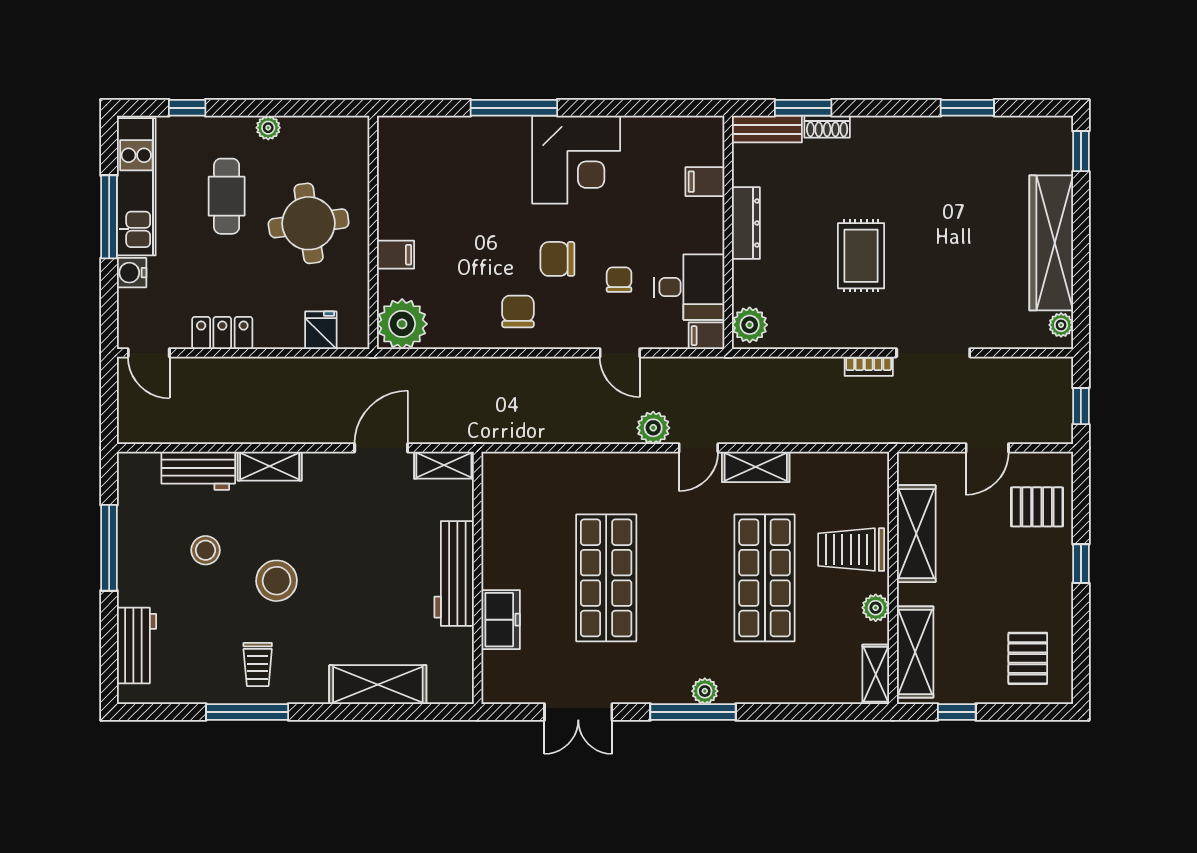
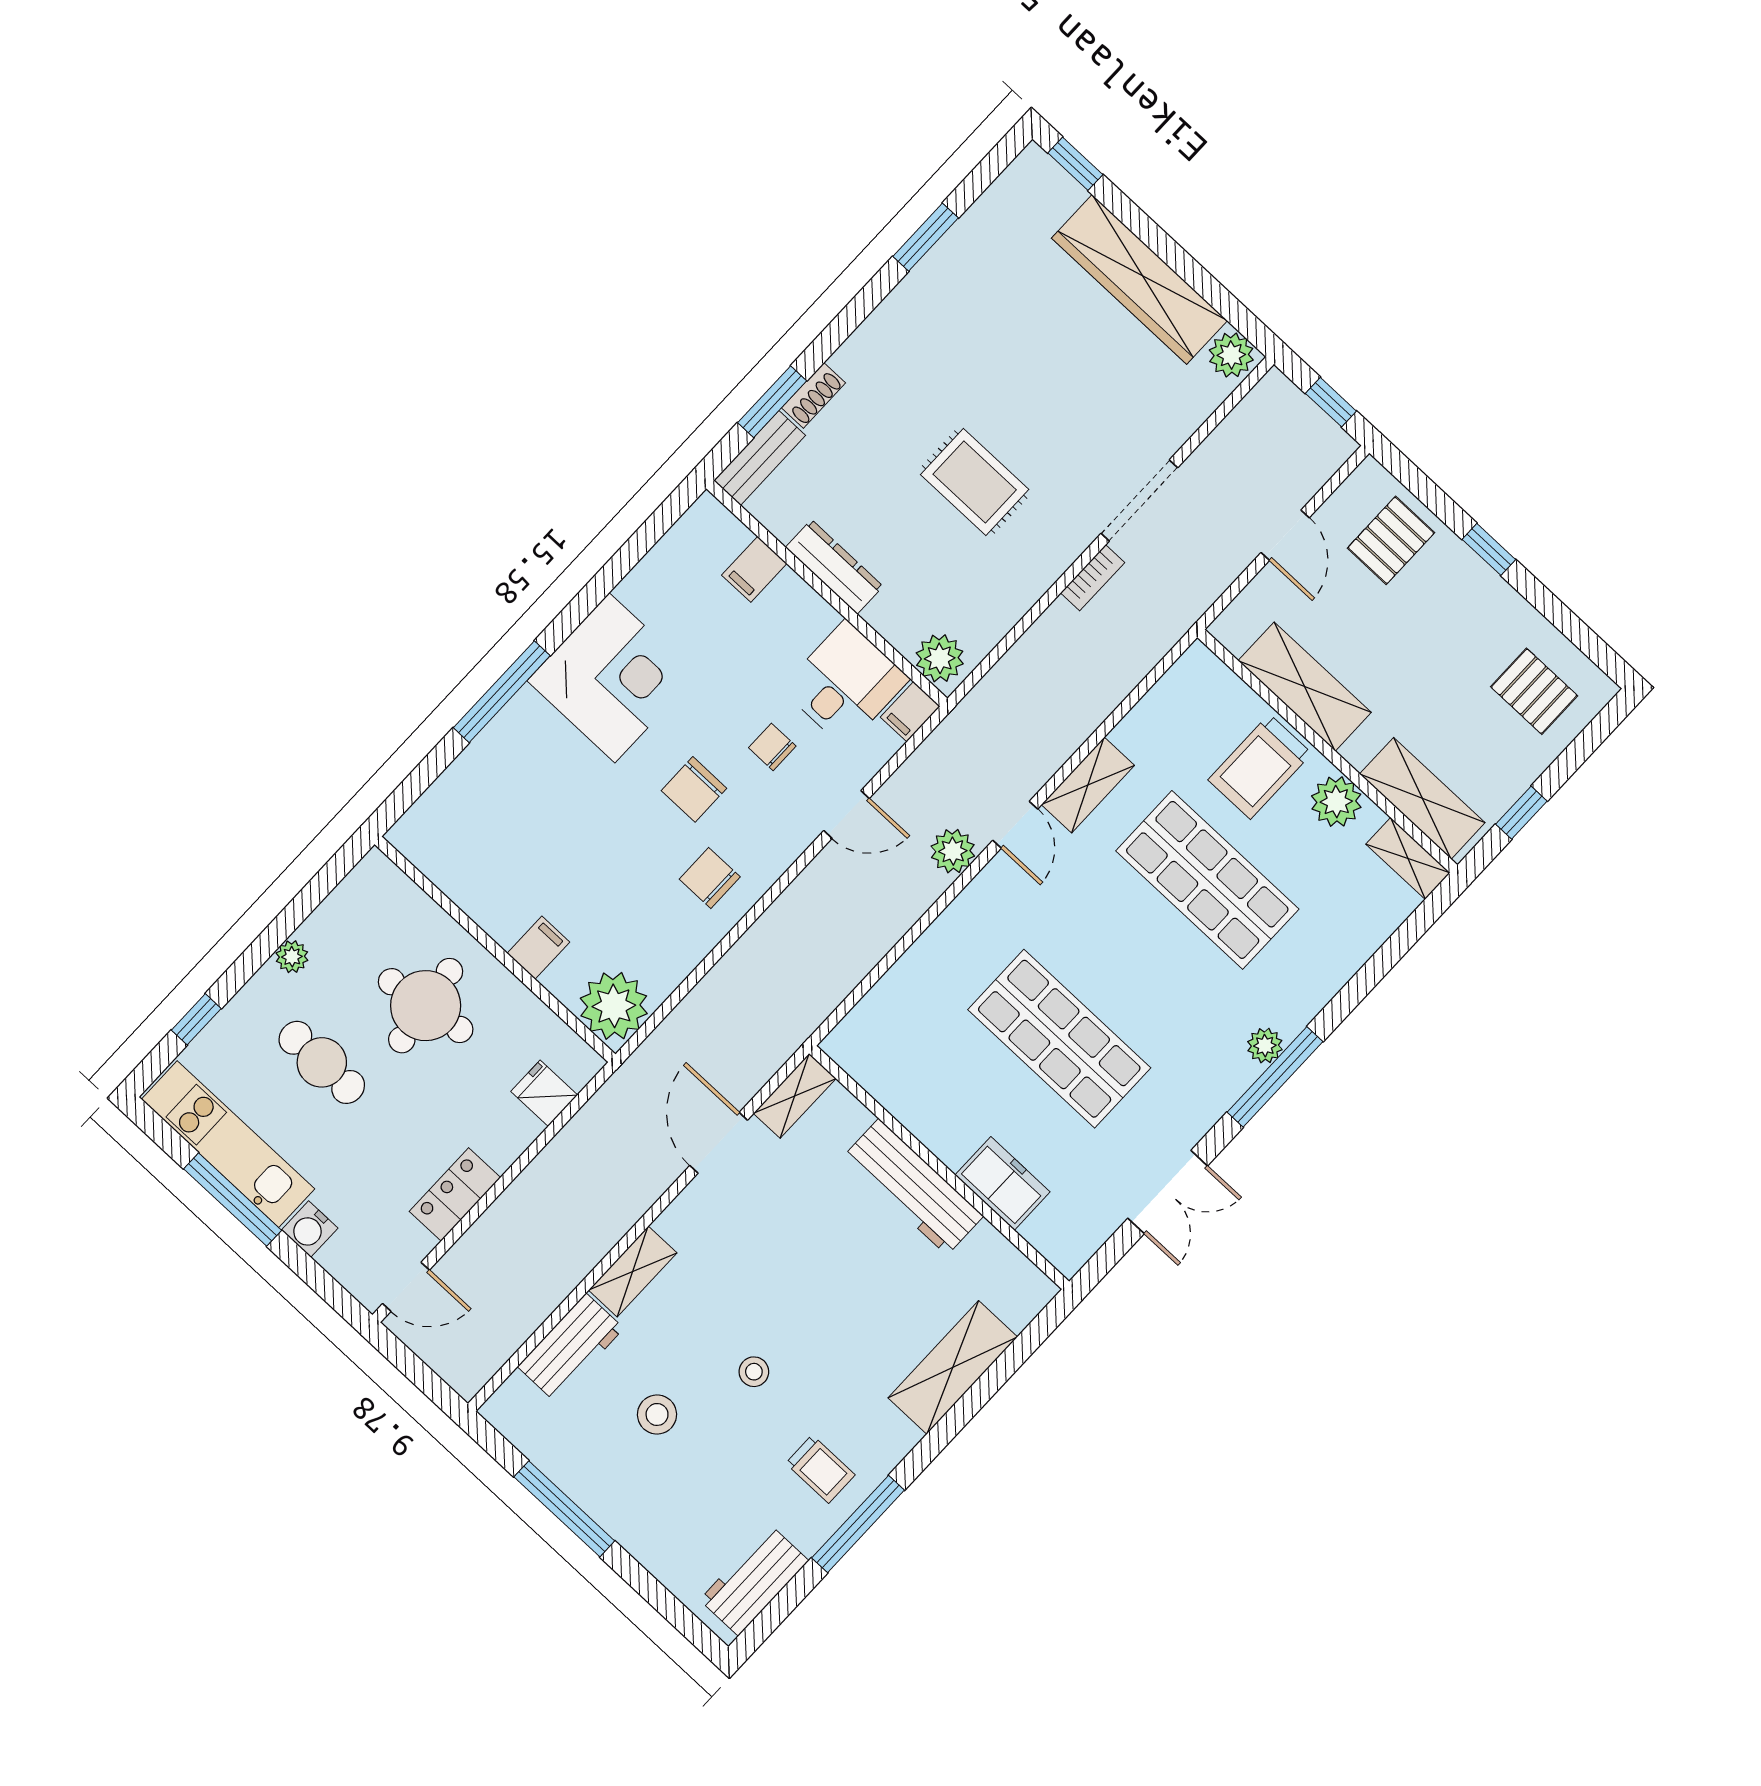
plant: (1061, 325) -> (1231, 355), width x1.38, depth x1.38
stool: (277, 581) -> (754, 1372), width x0.53, depth x0.53
plant: (876, 608) -> (1336, 802), width x1.38, depth x1.38
workbench: (136, 646) -> (754, 1580), moved, turned -90

